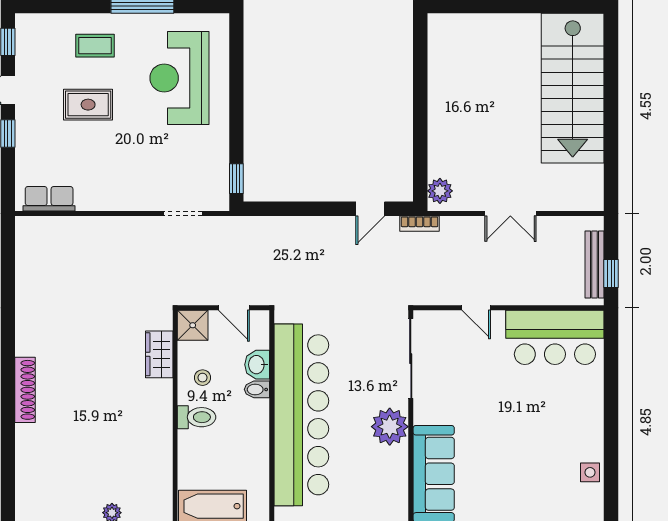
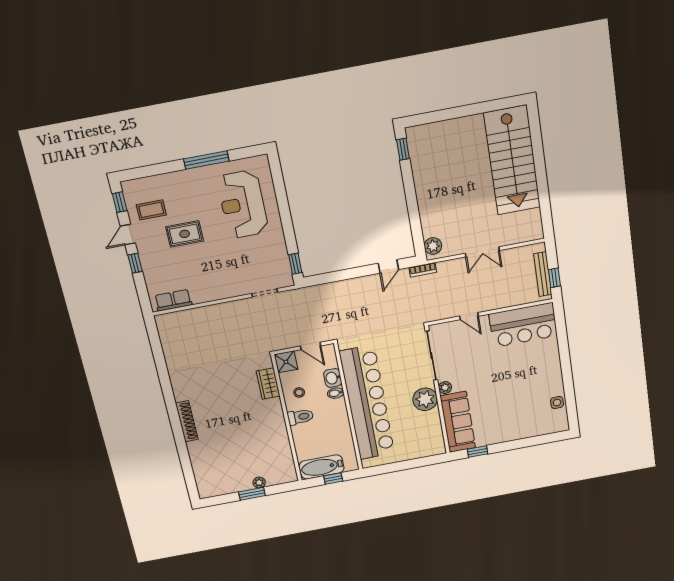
window: (420, 43) -> (403, 149), added
coffee table: (95, 46) -> (151, 210), moved
plant: (423, 414) -> (445, 388), added

